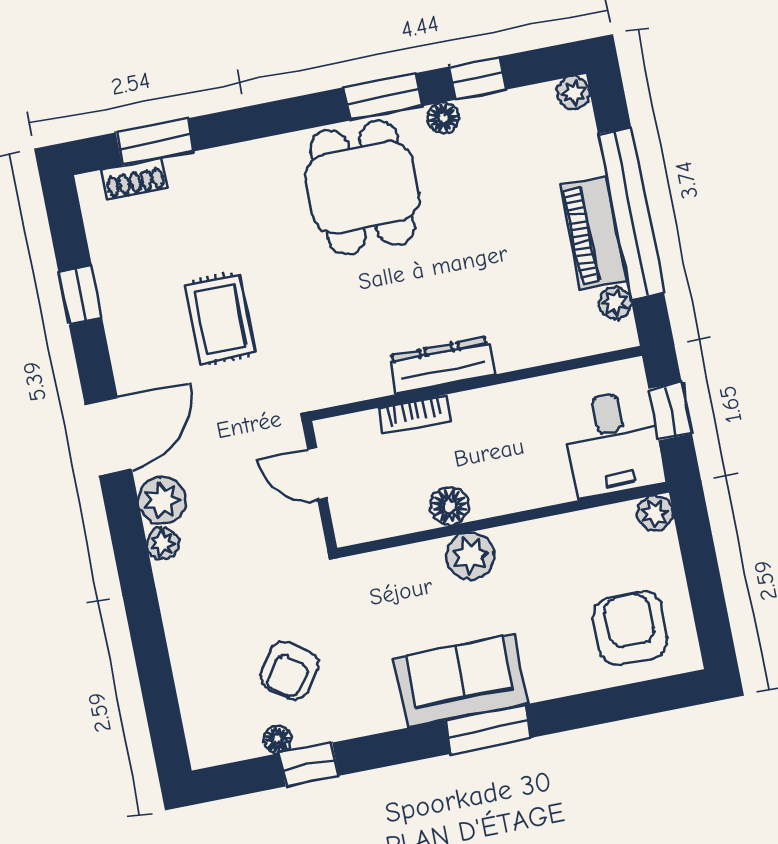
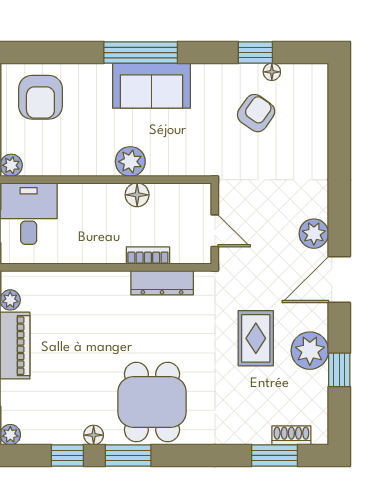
dresser: (442, 365) -> (162, 283), moved
plant: (163, 544) -> (310, 351), moved, width x1.88, depth x1.88
window: (488, 729) -> (141, 53), width x1.44

